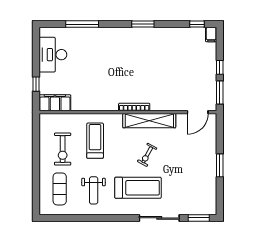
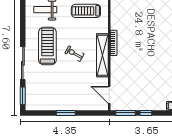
treadmill: (95, 141) -> (86, 11), turned 180
treadmill: (138, 188) -> (47, 46), turned 180

